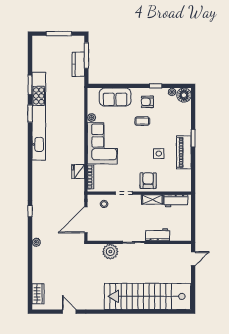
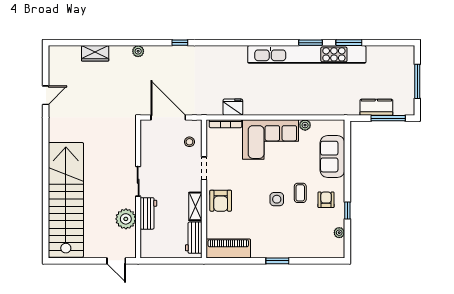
floor lamp: (184, 95) -> (335, 249), removed
piano: (184, 152) -> (228, 248), moved
side table: (159, 154) -> (277, 199), moved
armchair: (148, 181) -> (221, 201), turned 90
plant: (110, 252) -> (126, 219), moved
wardrobe: (38, 294) -> (95, 53), moved

